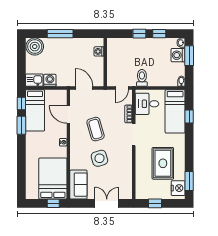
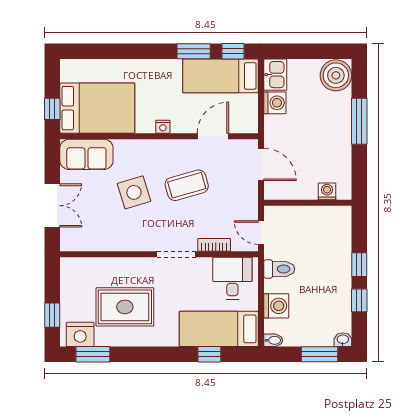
washing machine: (178, 55) -> (276, 306), moved, turned 90
door: (84, 88) -> (261, 164), hinge flipped
window: (155, 203) -> (52, 315), moved

